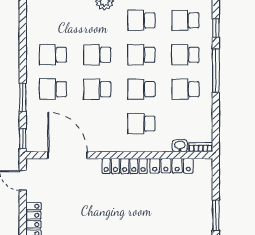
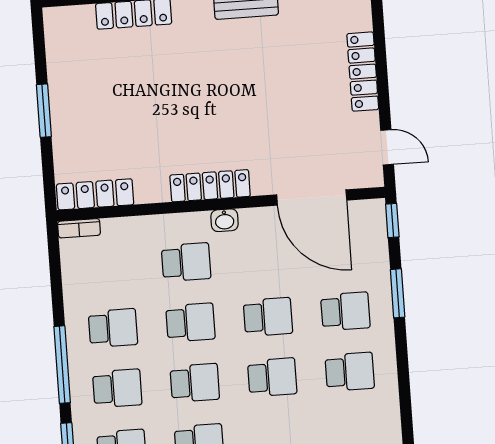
washbasin: (180, 146) -> (225, 220), moved
locker: (172, 166) -> (95, 194), moved

